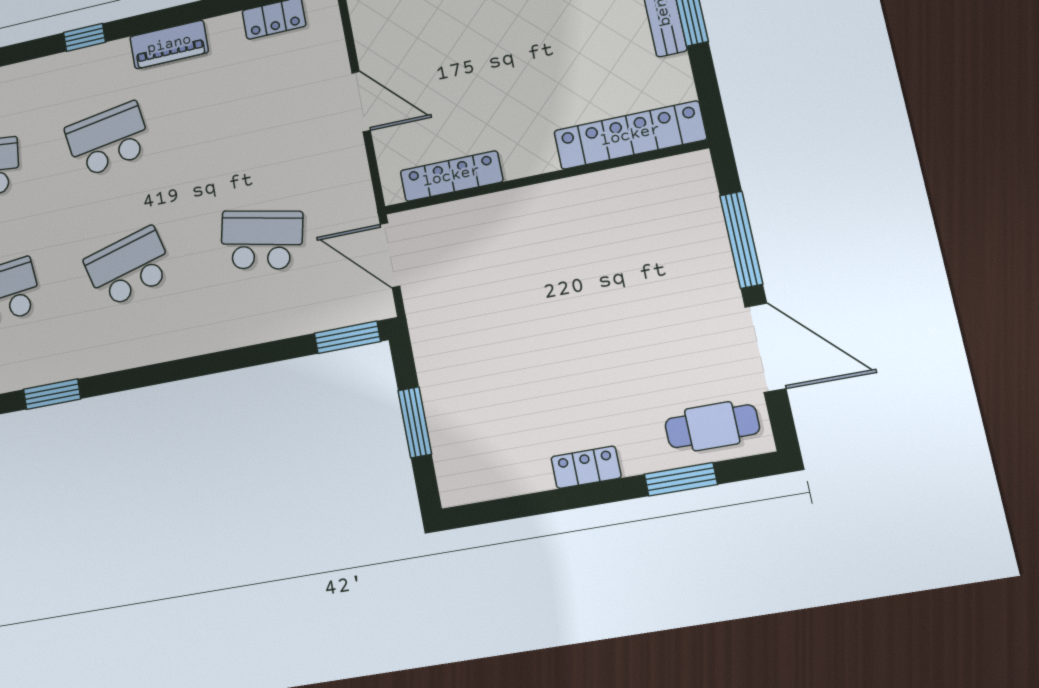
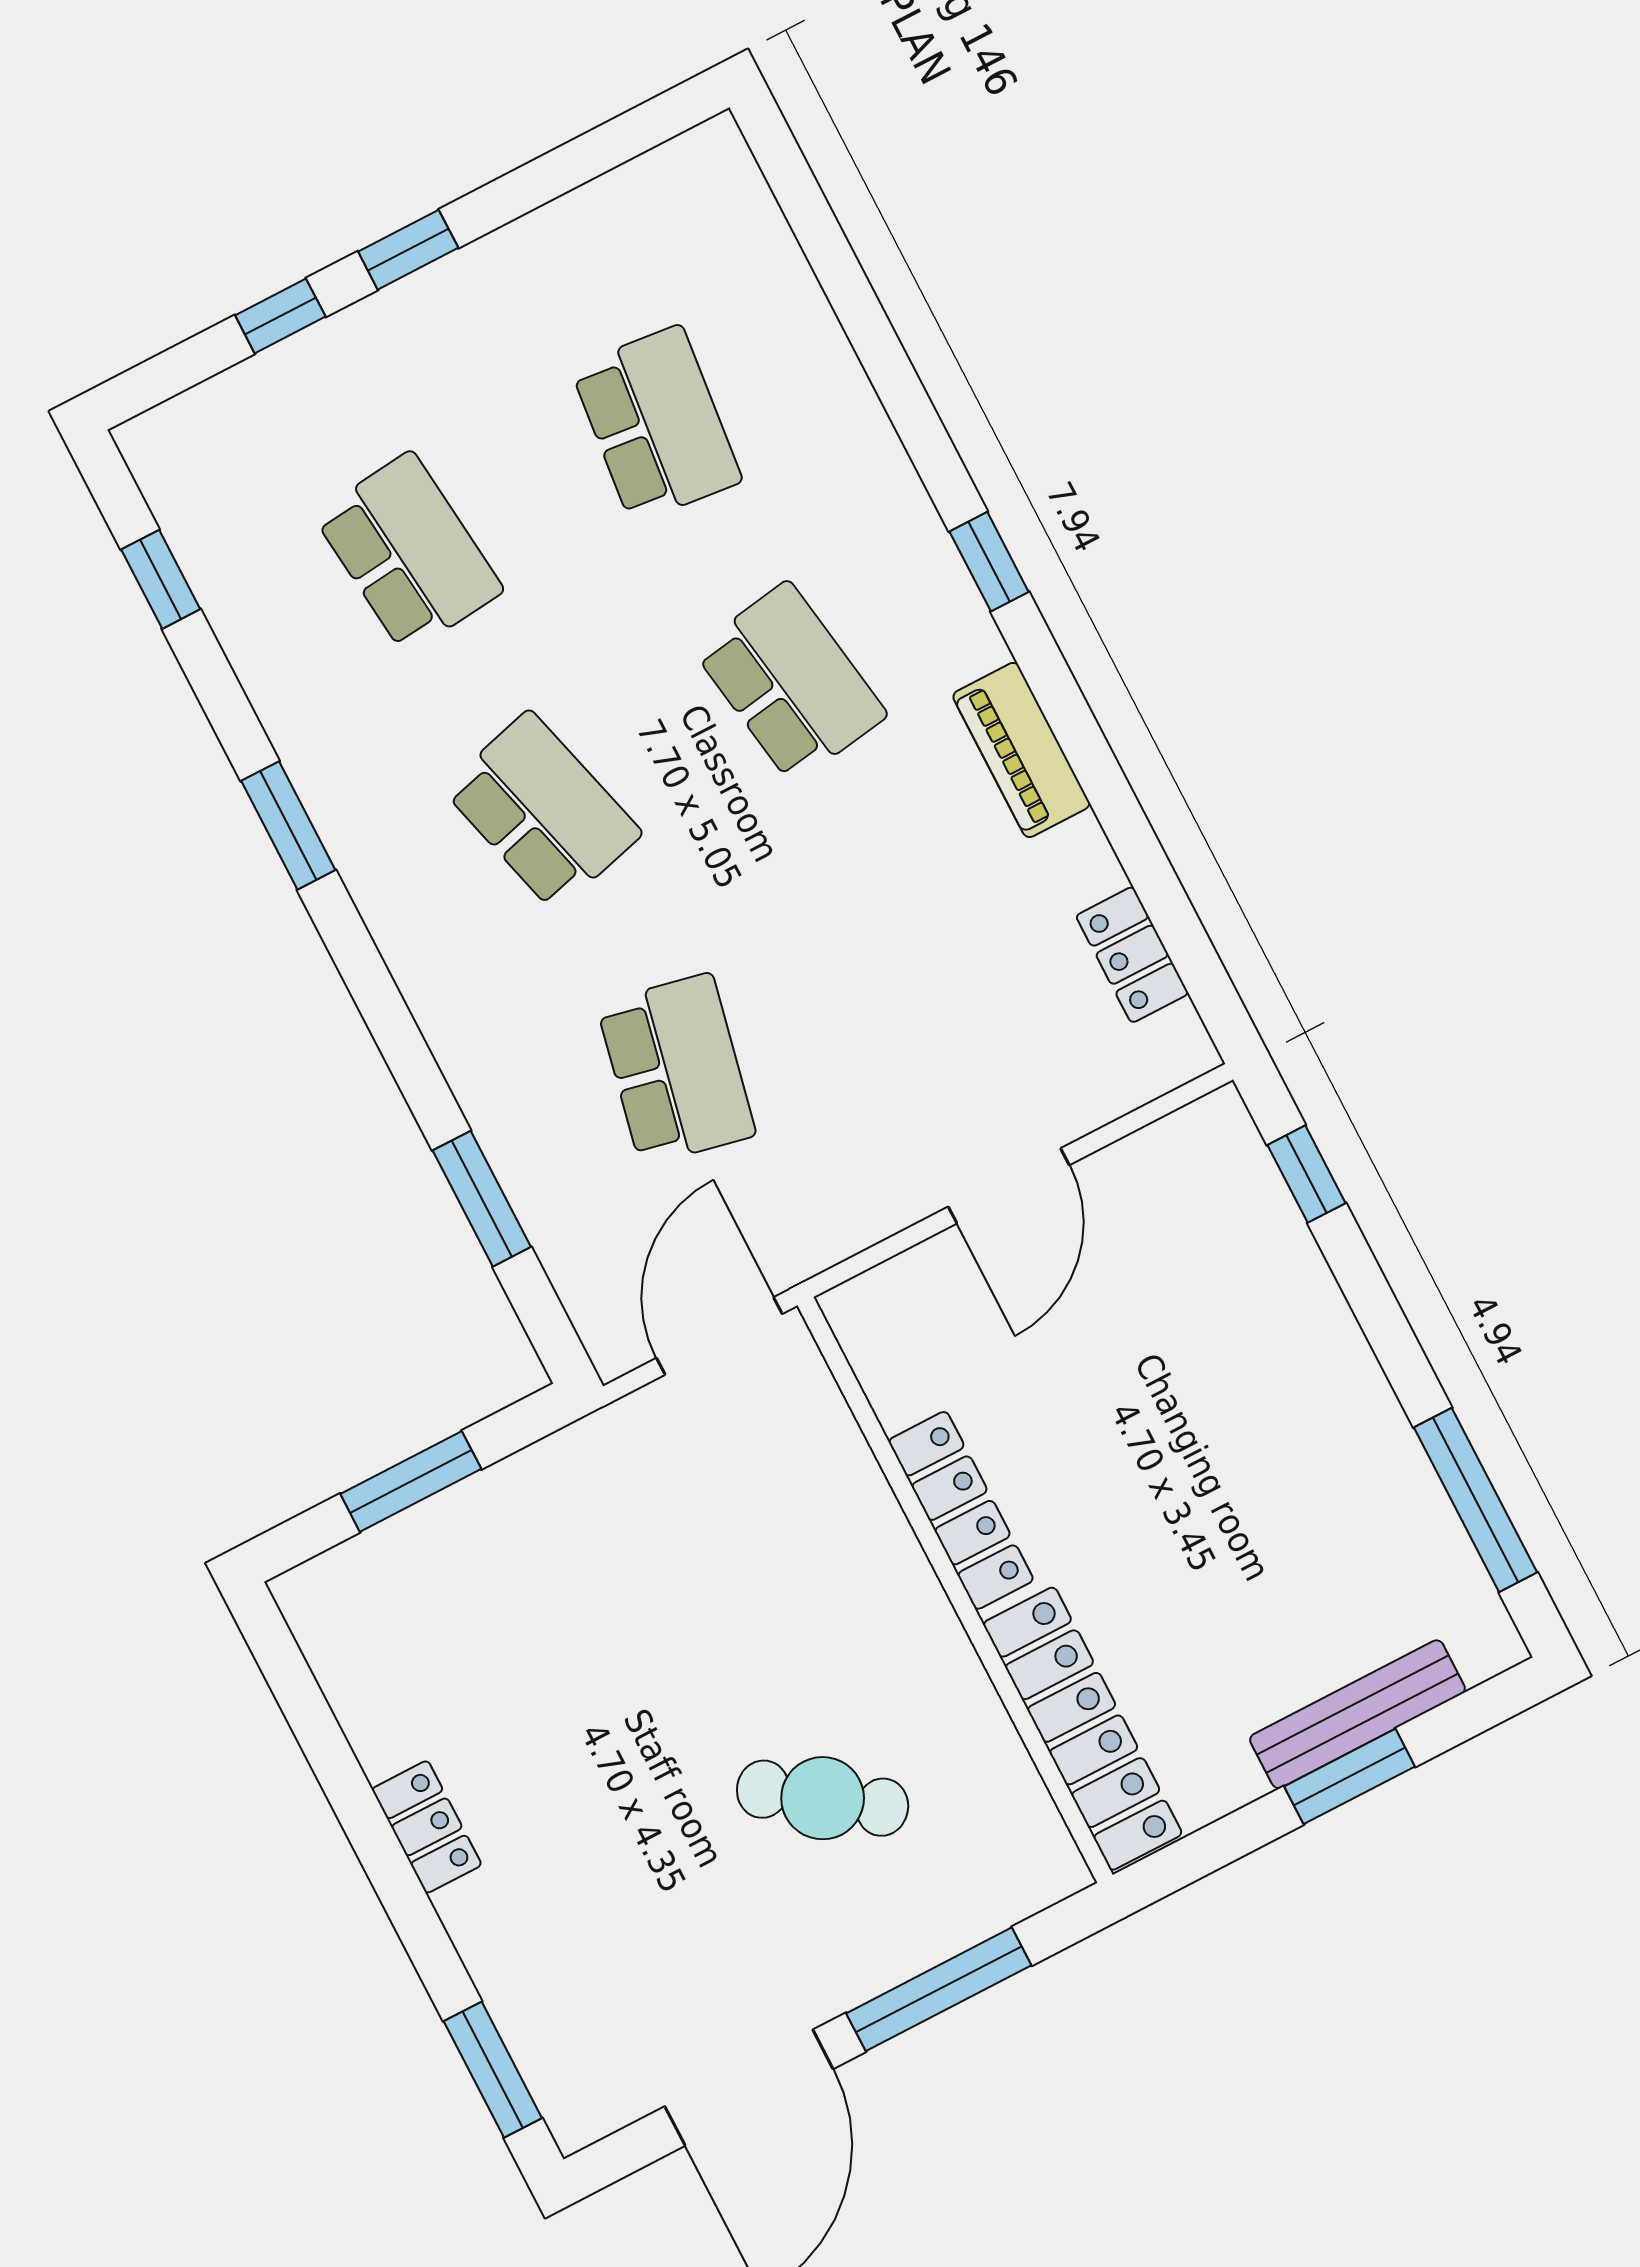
locker: (451, 176) -> (961, 1510), moved
window: (347, 337) -> (482, 1199), moved
window: (52, 394) -> (288, 825), moved
cafe table: (712, 426) -> (823, 1798), moved, turned -54
window: (681, 479) -> (493, 2070), moved

